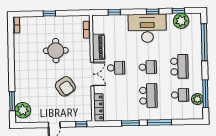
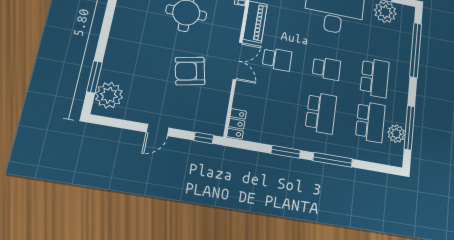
armchair: (65, 86) -> (190, 71), turned 111
school desk: (180, 95) -> (370, 122), width x1.85
locker: (99, 107) -> (237, 124), width x0.66

